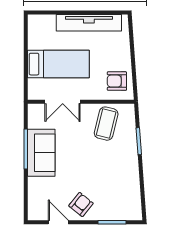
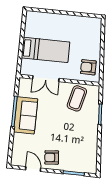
tv unit: (89, 23) -> (72, 21), removed
armchair: (81, 204) -> (52, 157), turned -134

